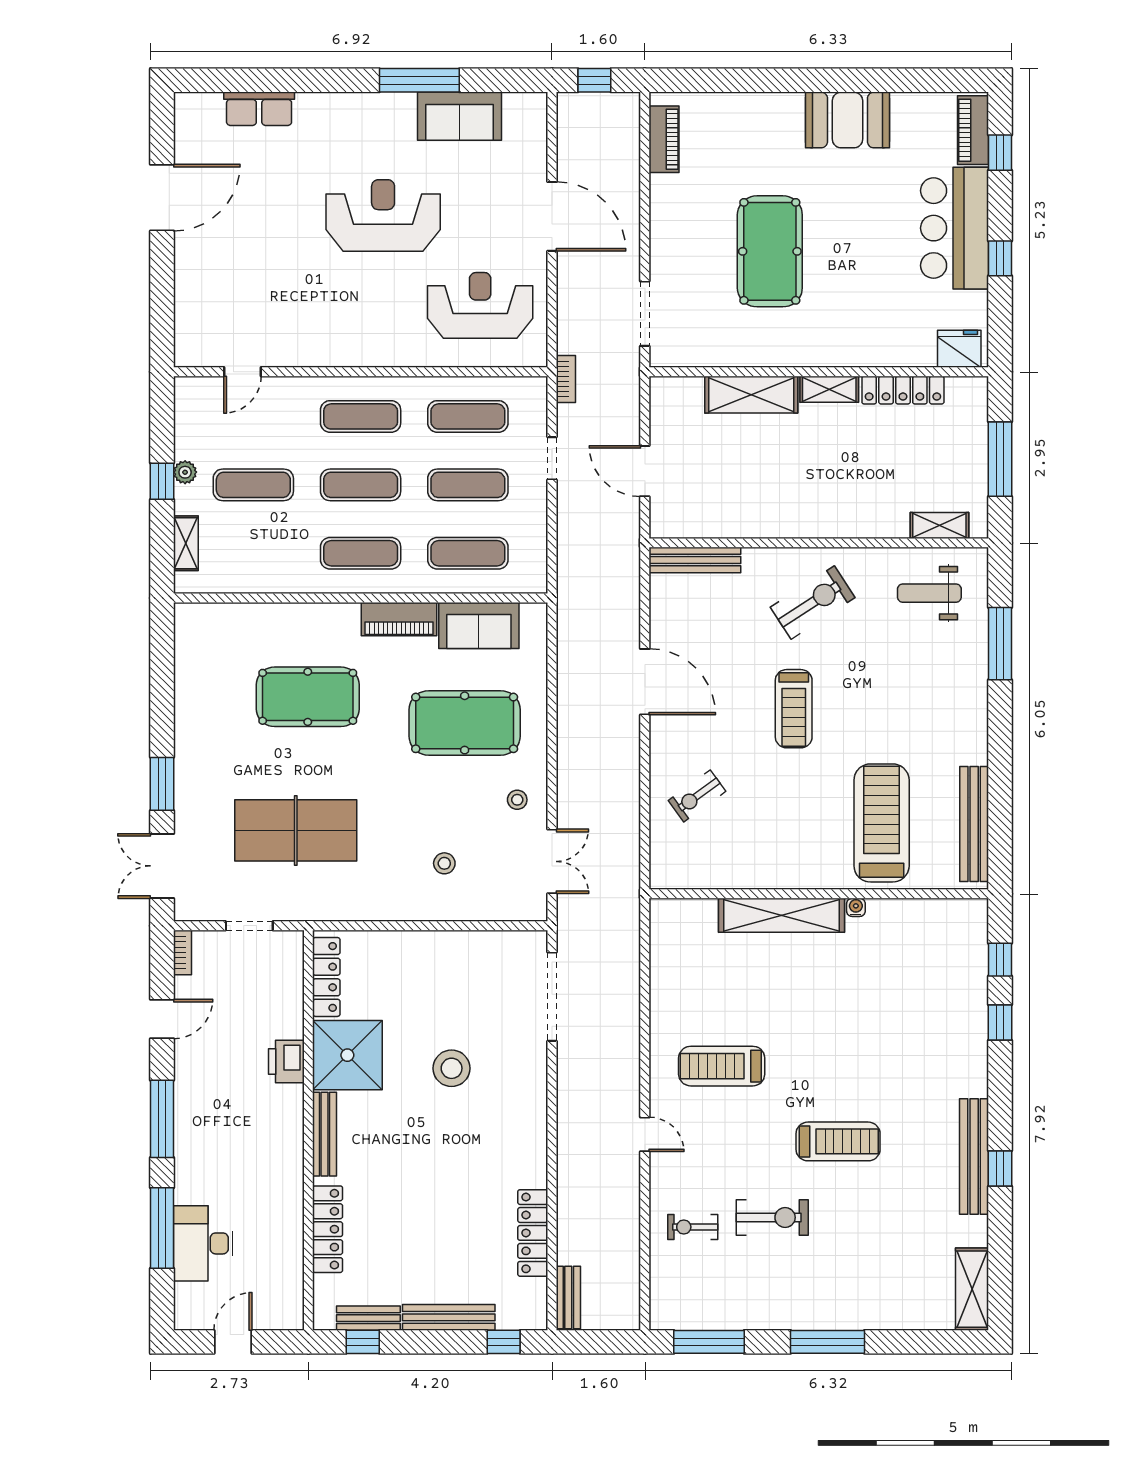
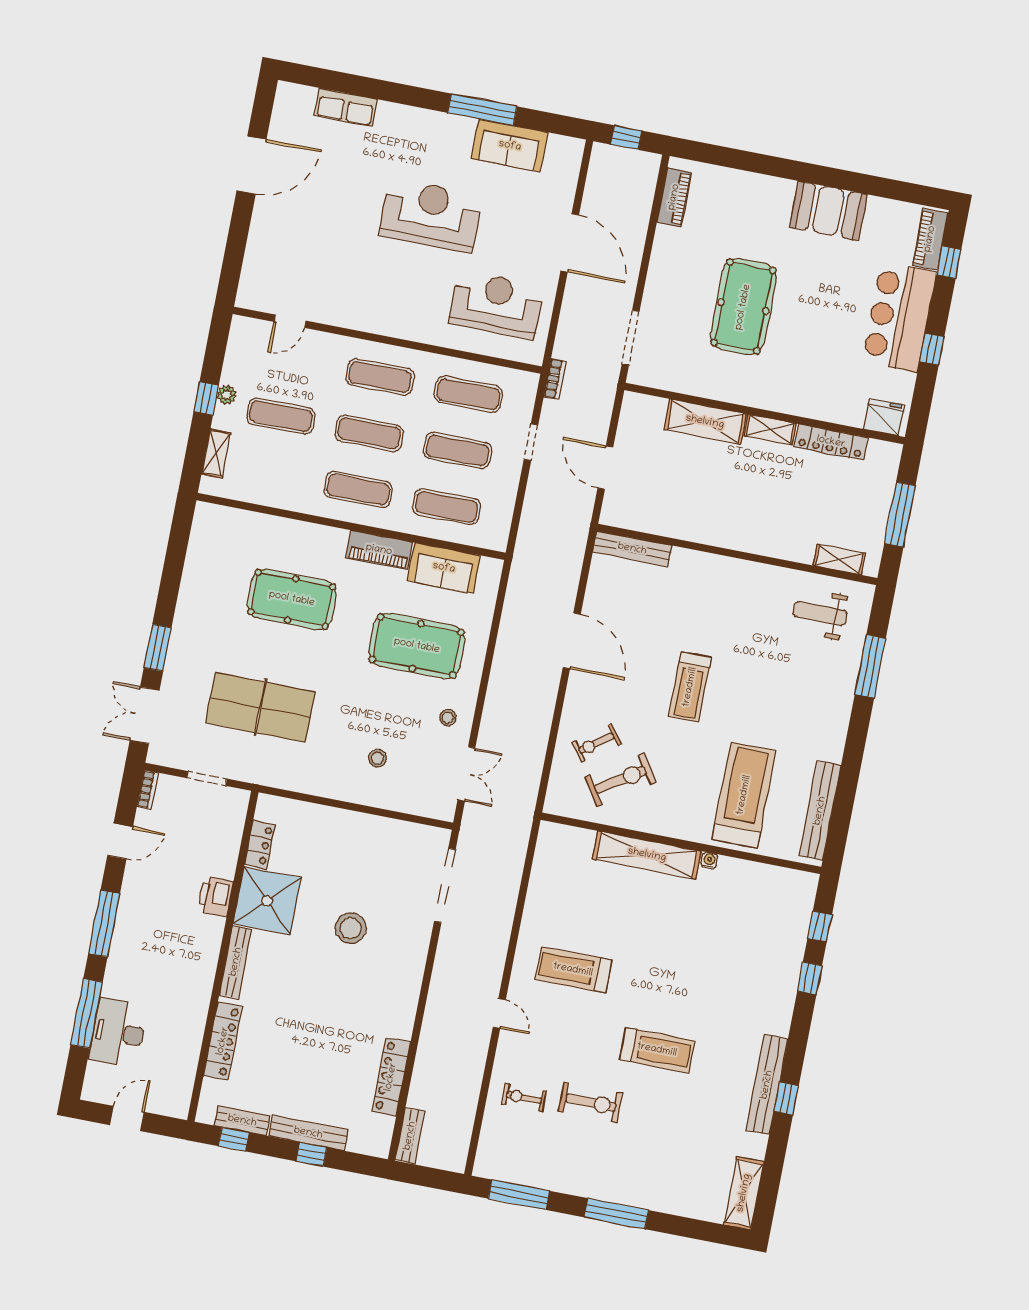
exercise bike: (813, 602) -> (621, 780), moved
locker: (326, 977) -> (260, 845), width x0.66
window: (504, 1342) -> (311, 1154), moved

